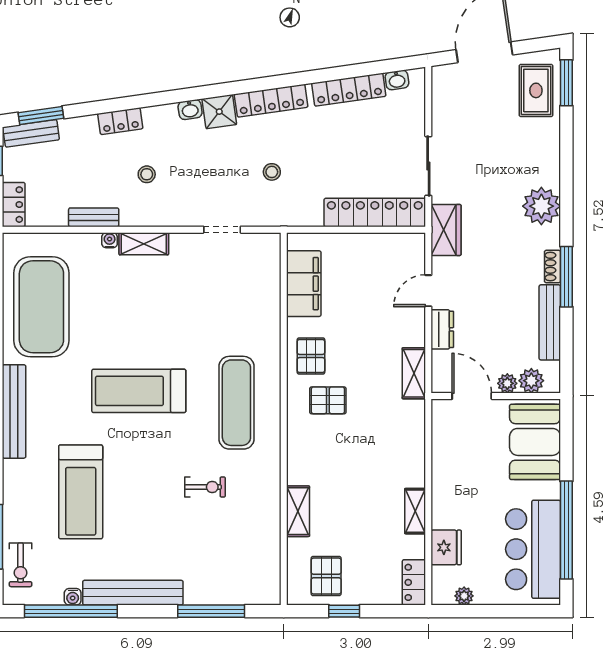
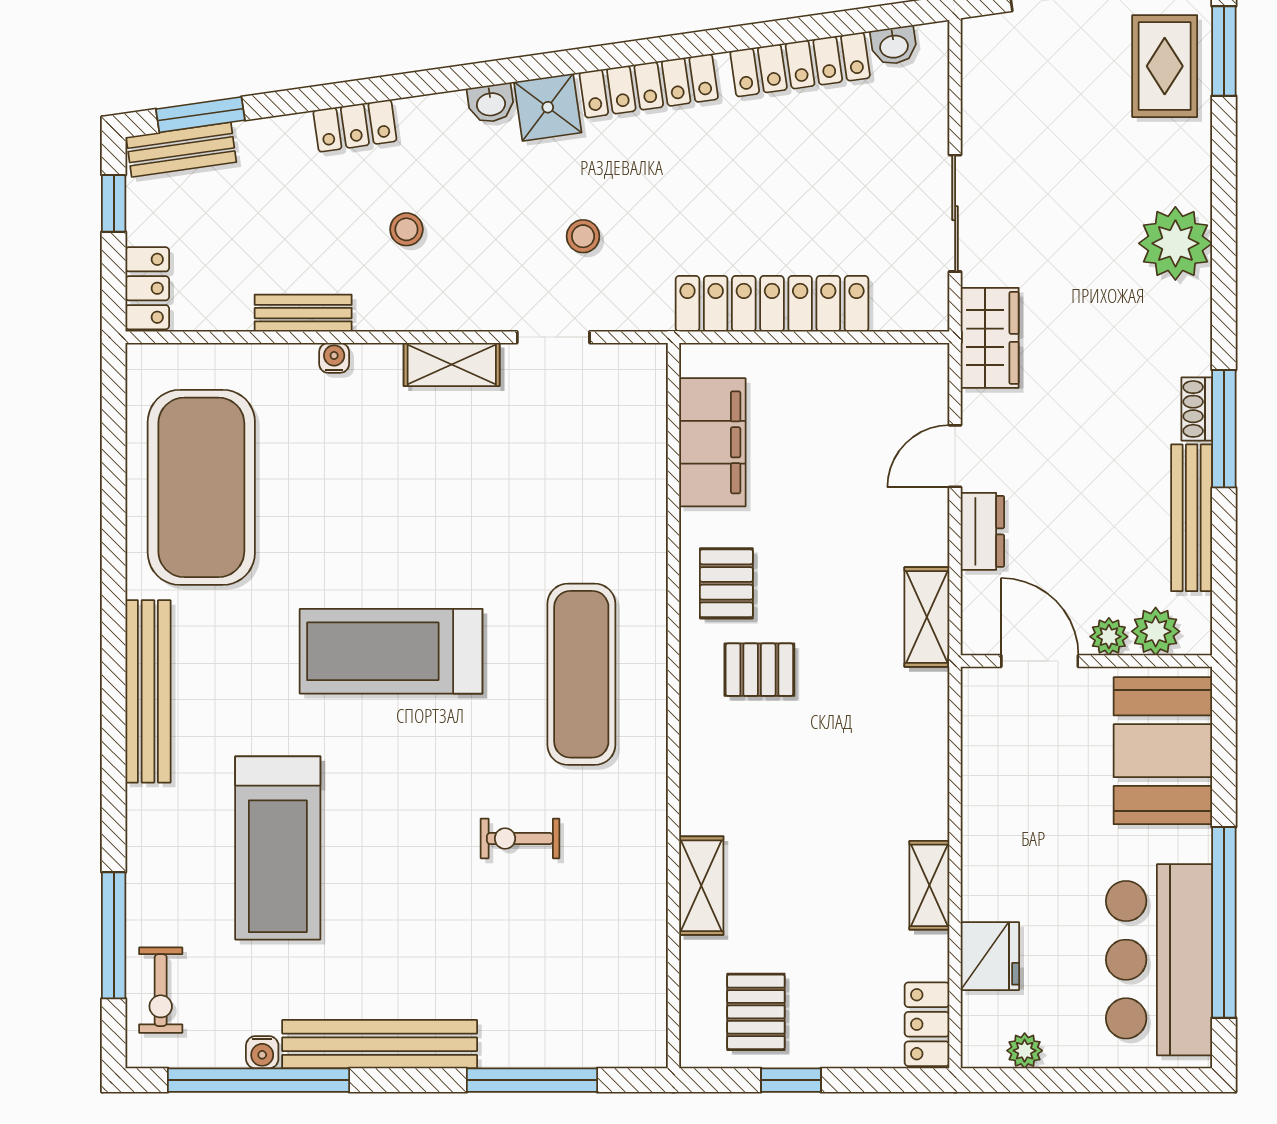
stool: (272, 172) -> (583, 236), moved
plant: (541, 206) -> (1175, 243), moved
locker: (375, 212) -> (772, 304), moved
shelving: (144, 244) -> (452, 365), moved
exercise bike: (205, 487) -> (520, 838), turned 180

